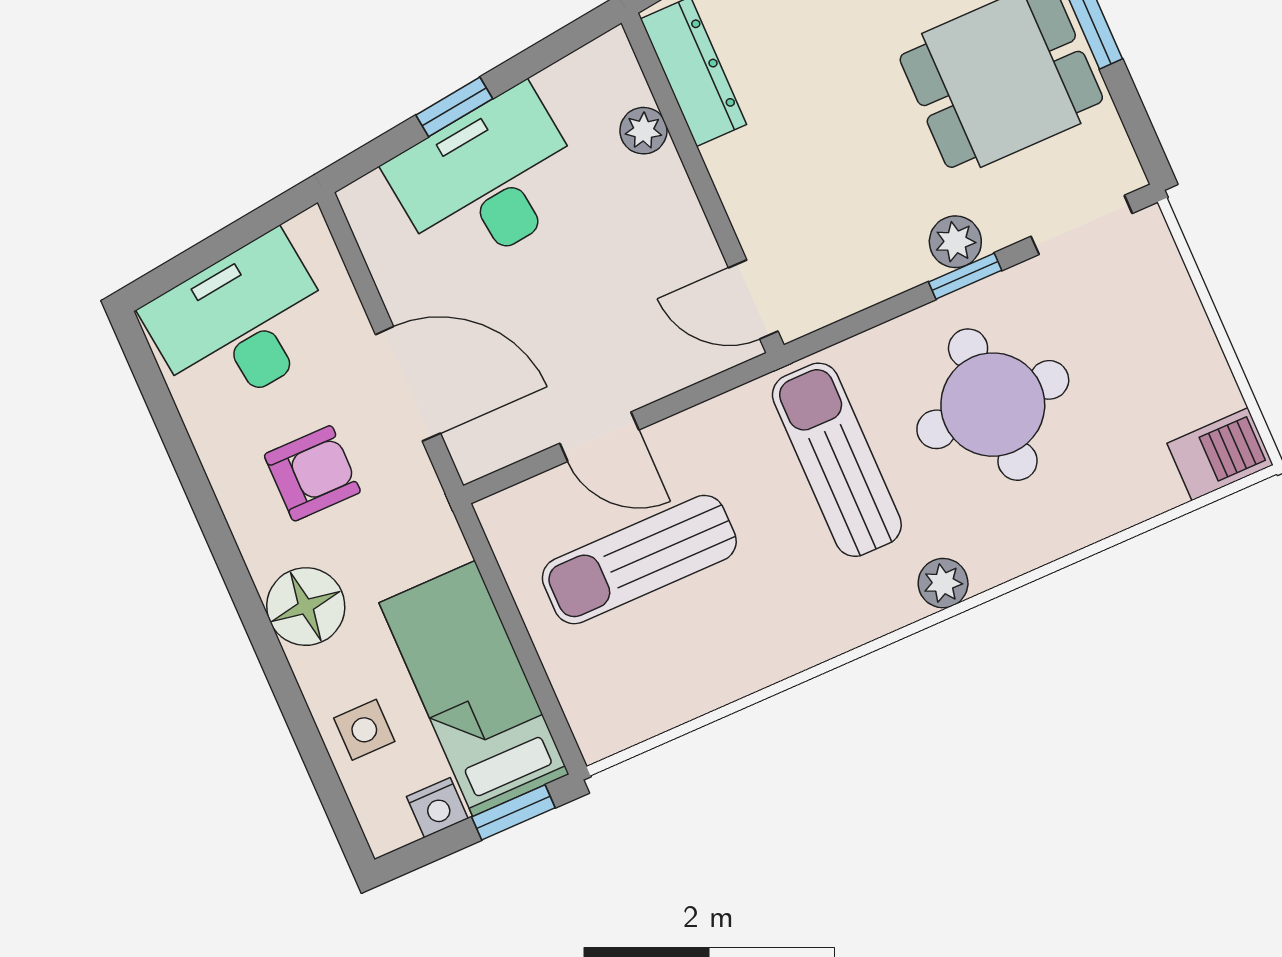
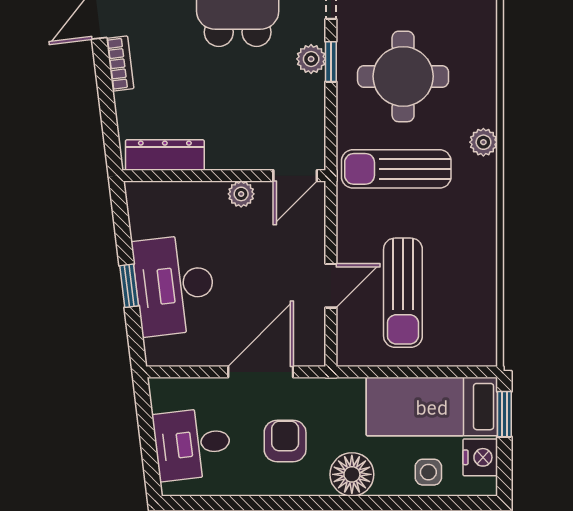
plant: (643, 131) -> (241, 194), moved
desk: (241, 324) -> (192, 444), width x0.73
nightstand: (437, 808) -> (480, 457), width x1.39, depth x1.35

